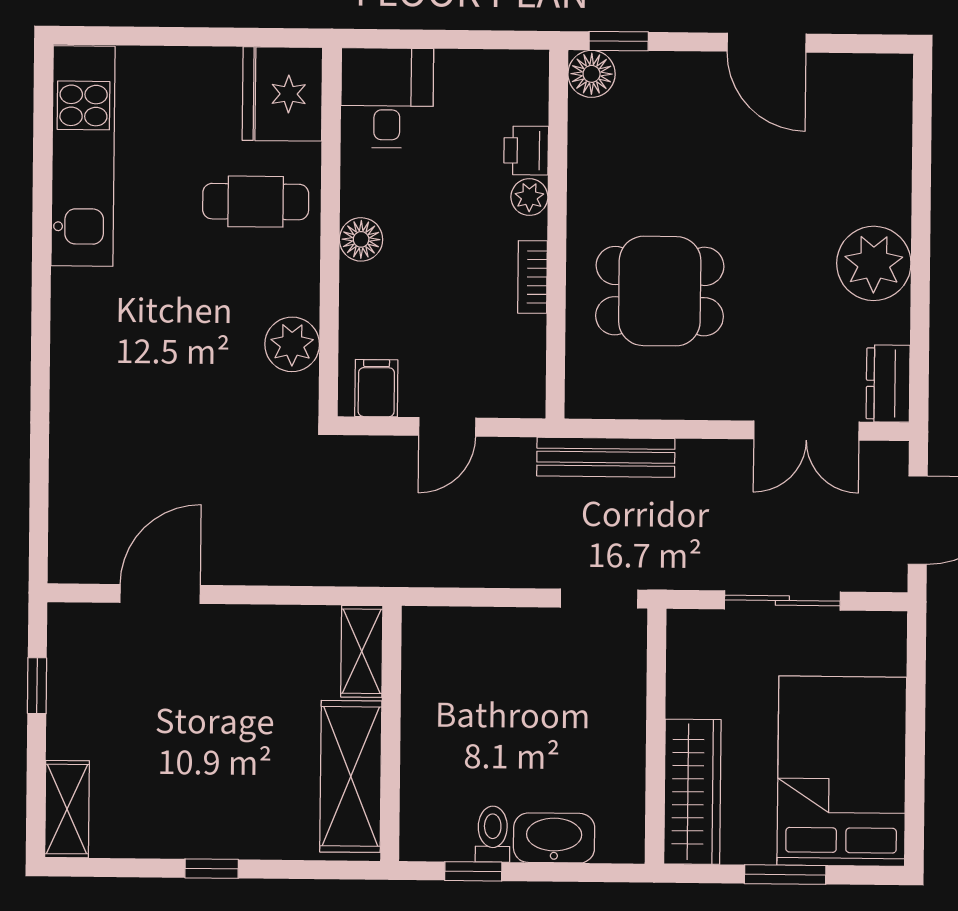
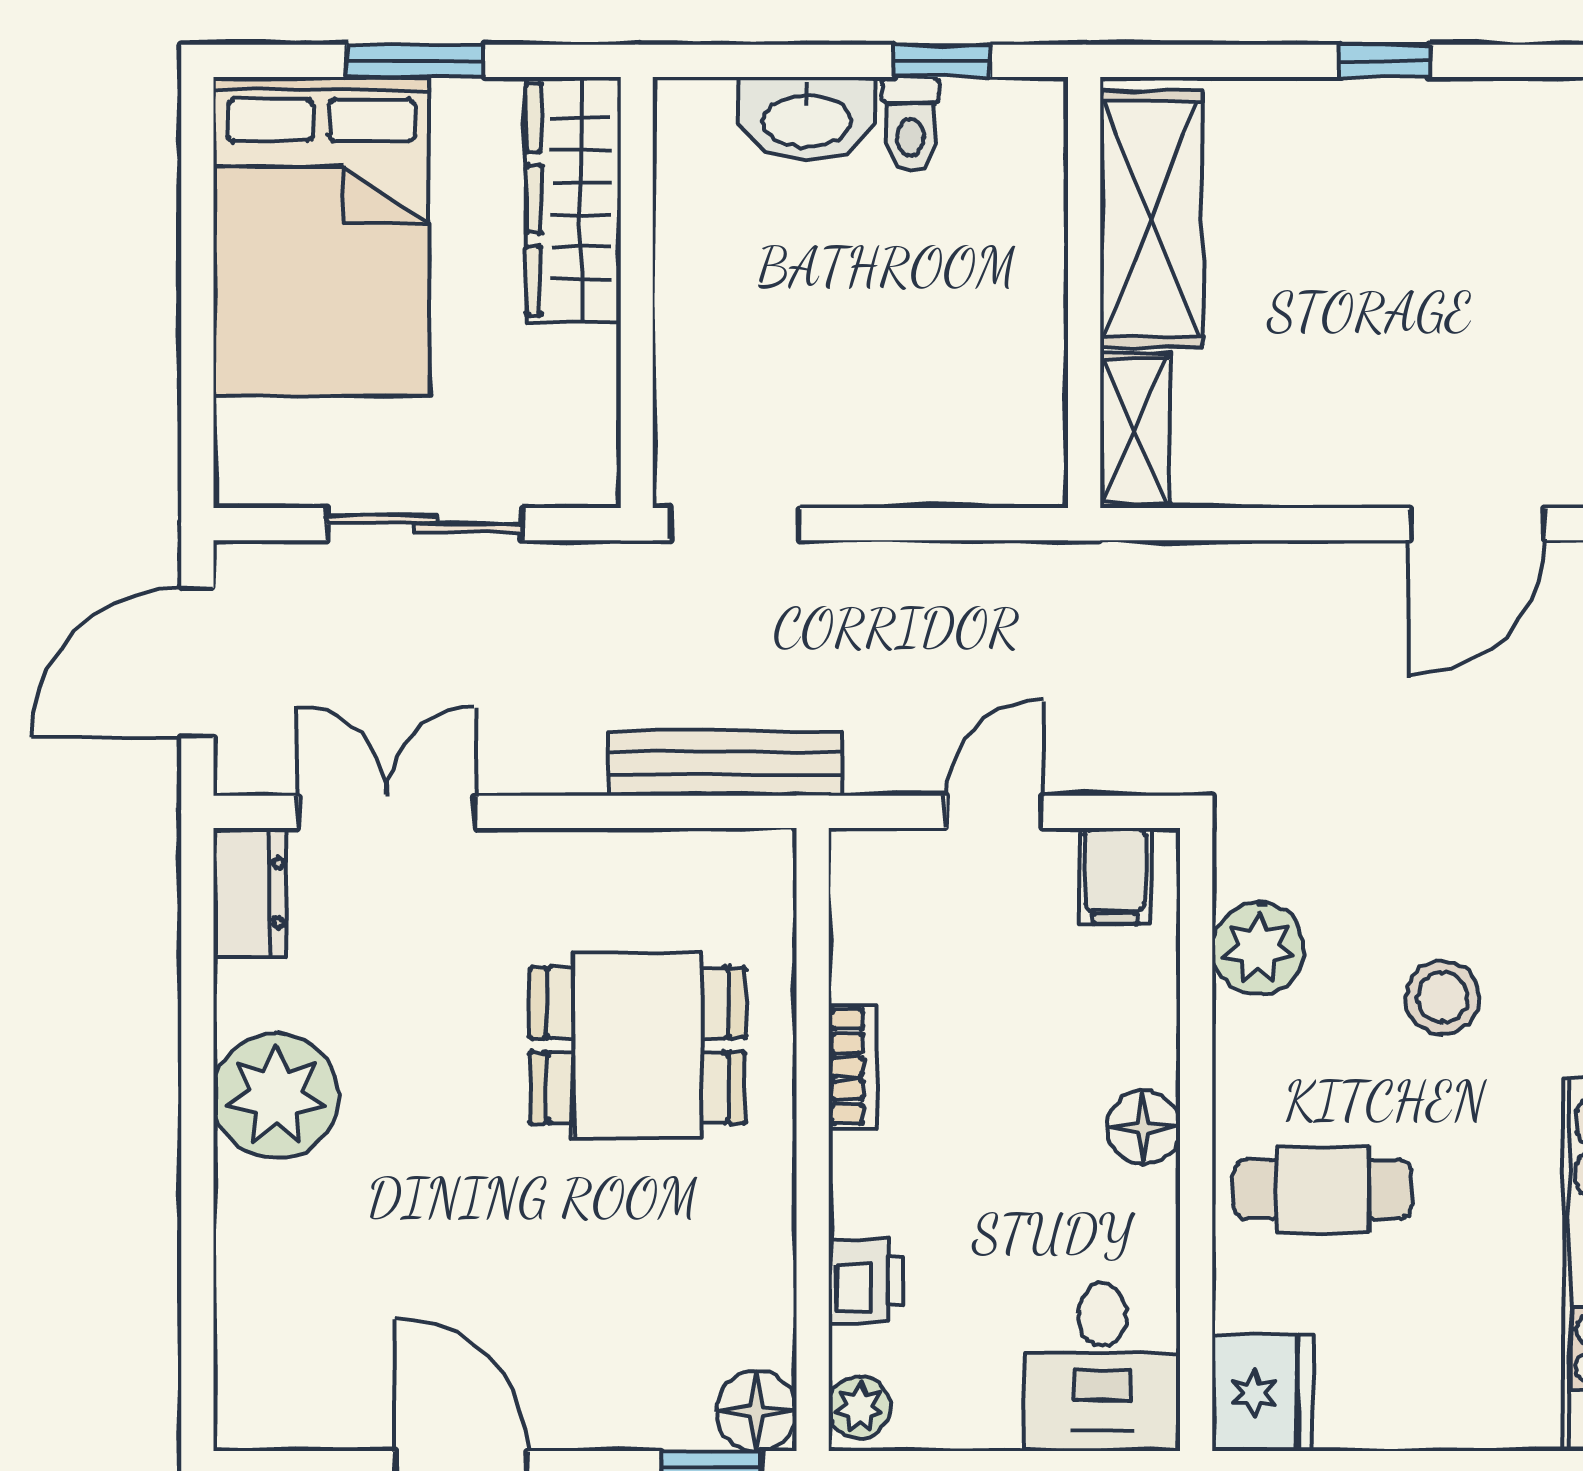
fridge: (282, 94) -> (1262, 1393), width x0.73, depth x0.75
plant: (529, 197) -> (860, 1407), moved
stool: (184, 314) -> (1442, 997), added

